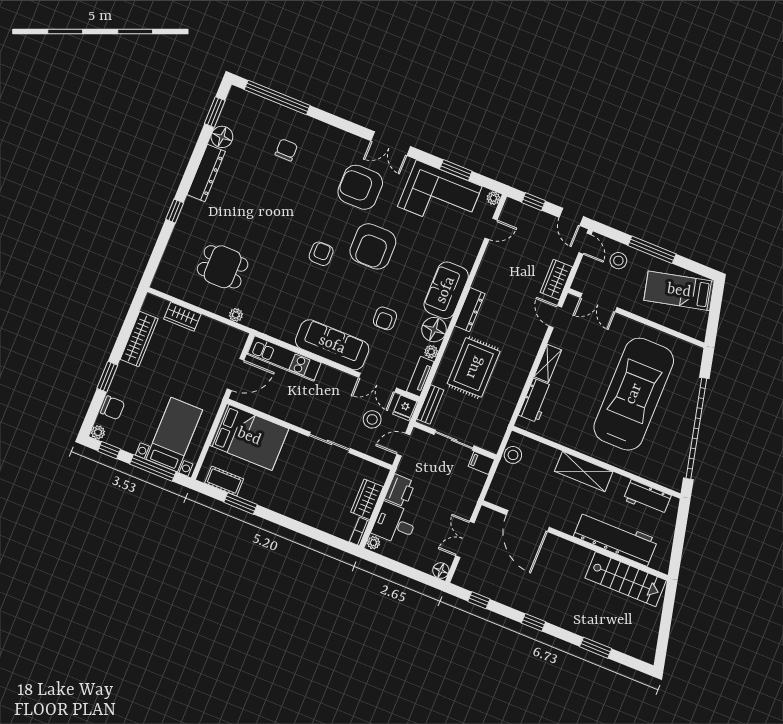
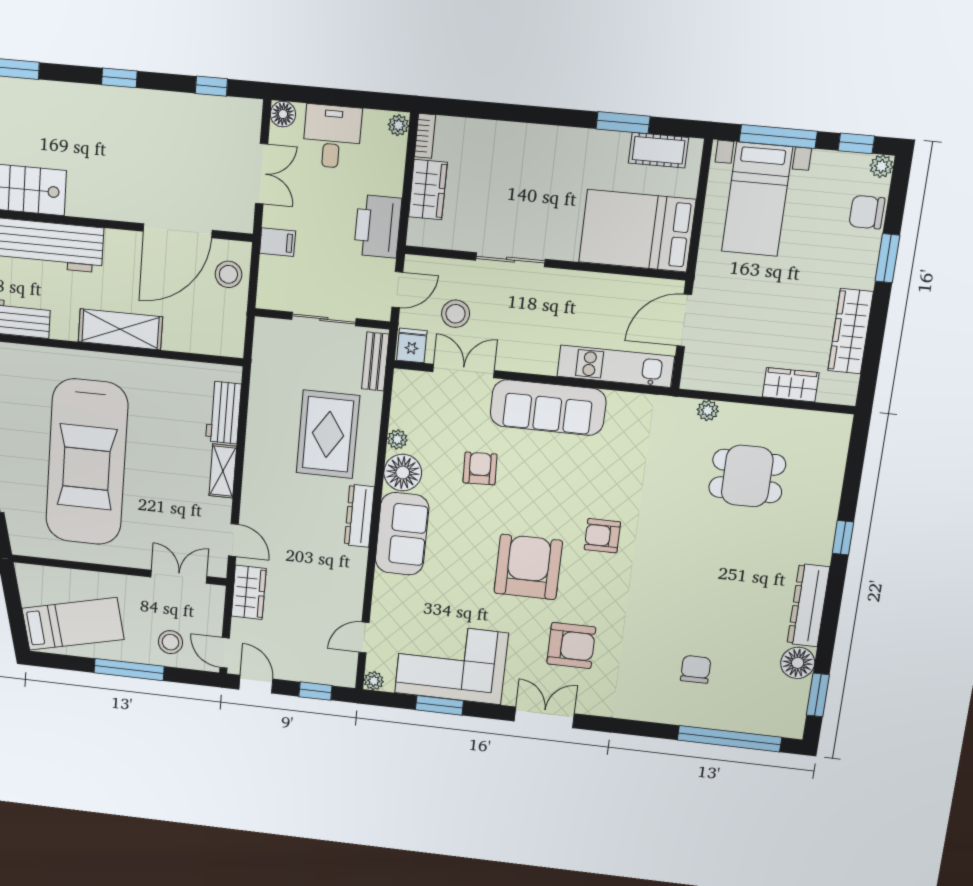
chair: (286, 150) -> (696, 669), turned 180
armchair: (360, 187) -> (571, 645), width x0.73, depth x0.73
armchair: (321, 254) -> (602, 536), turned 90
tv unit: (420, 377) -> (402, 398), removed
stool: (513, 455) -> (228, 274), moved
filing cabinet: (481, 463) -> (278, 242), moved
printer: (400, 490) -> (378, 226), width x1.37, depth x1.19
door: (528, 521) -> (178, 231), swing flipped
desk: (395, 524) -> (332, 137), moved, turned -90

